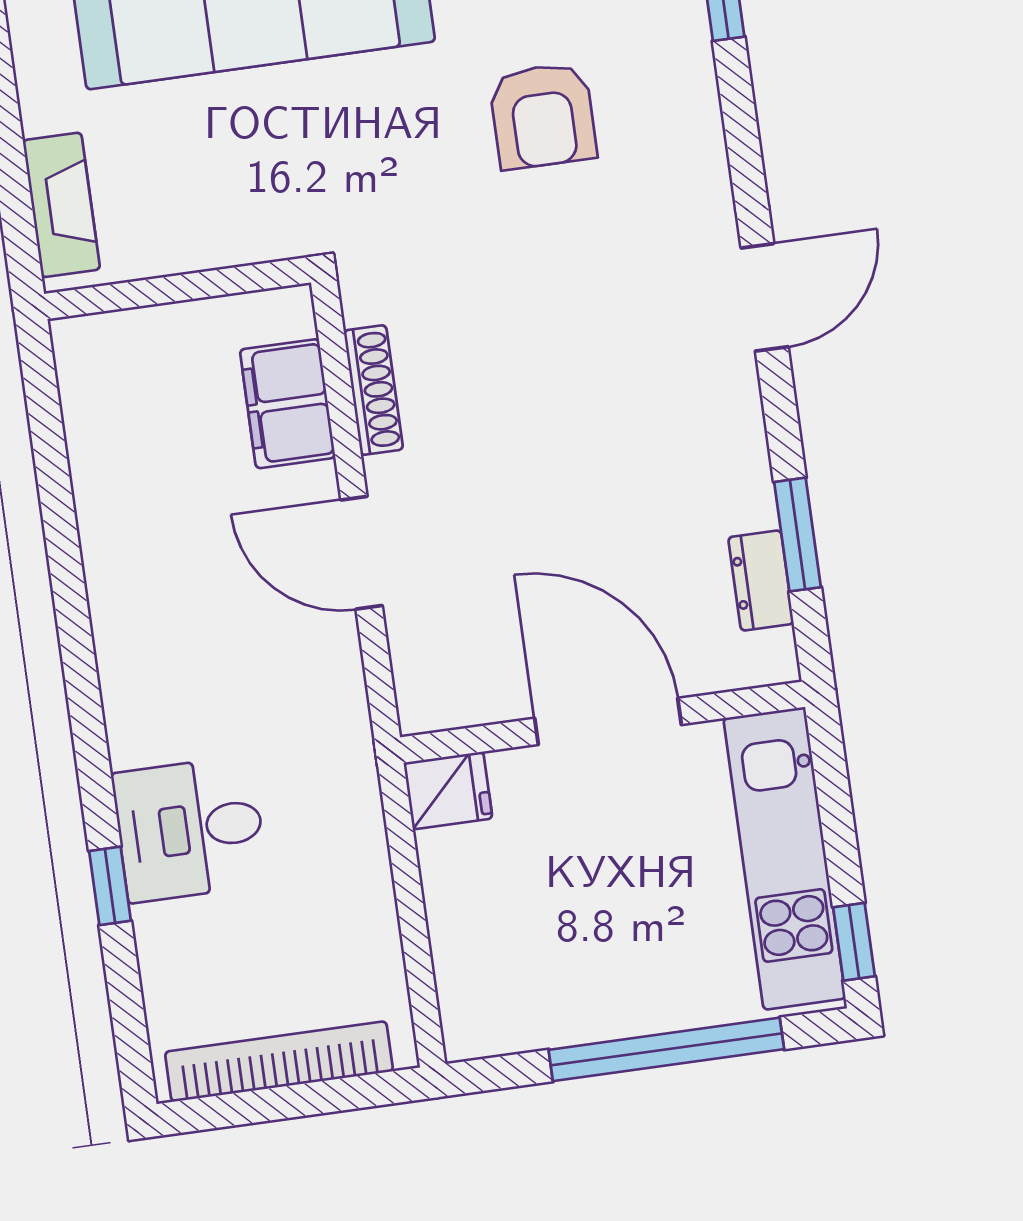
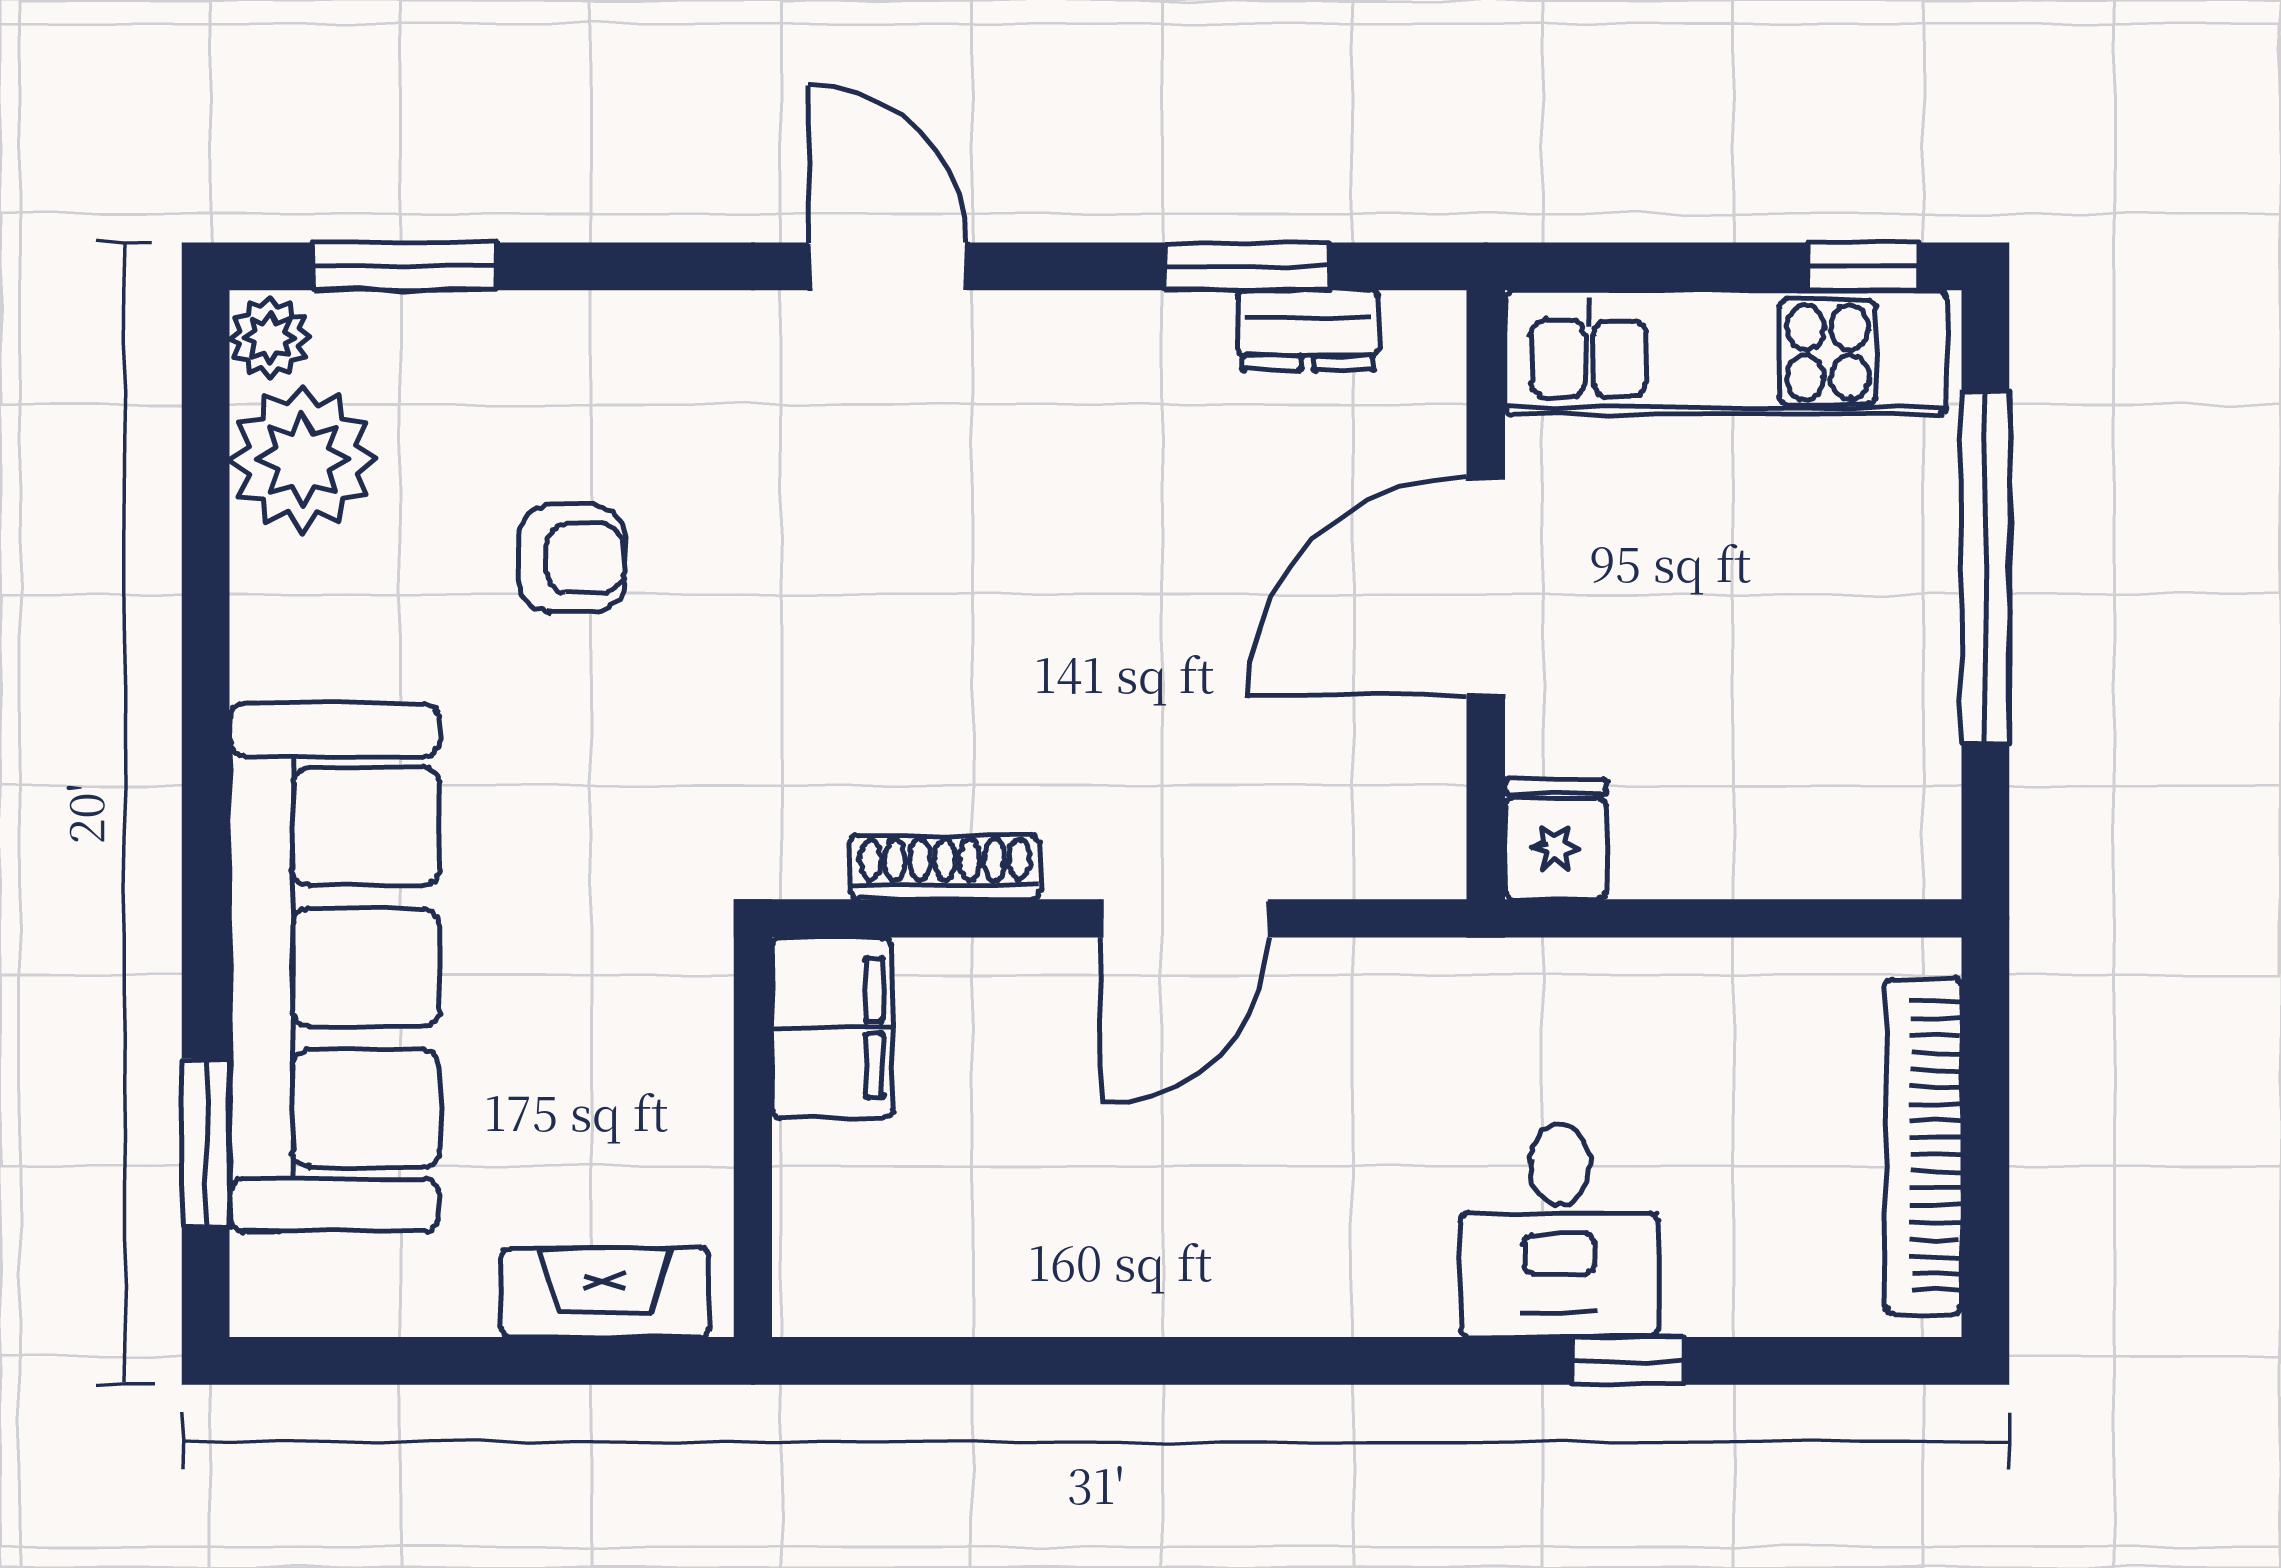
armchair: (543, 116) -> (572, 559), width x0.72, depth x0.72
filing cabinet: (288, 404) -> (832, 1028), moved, turned -90

